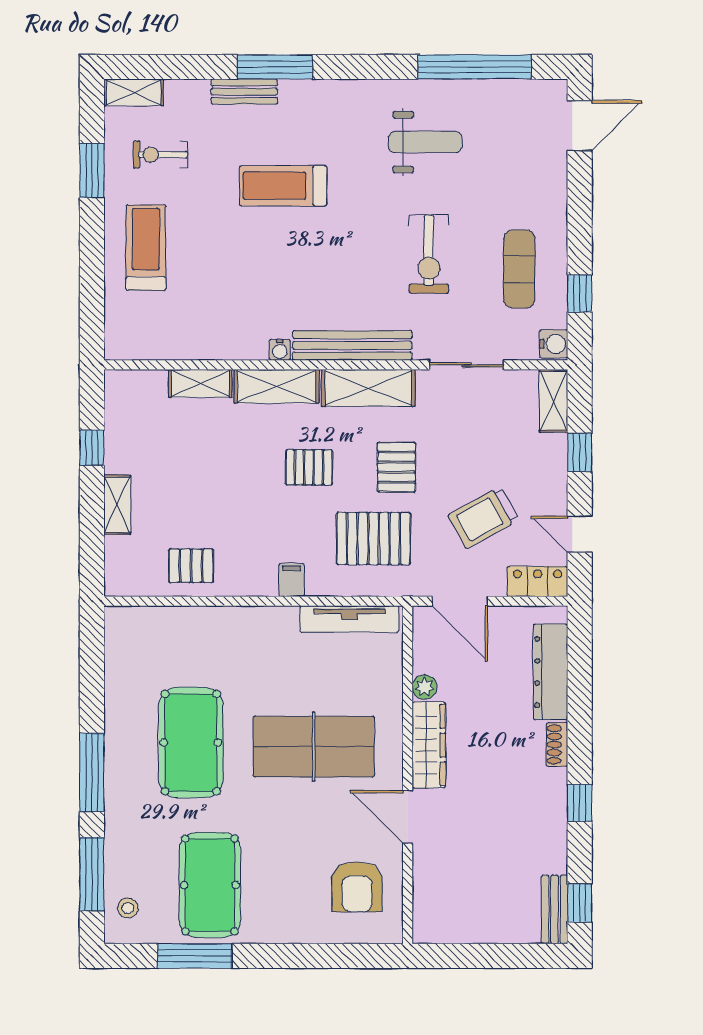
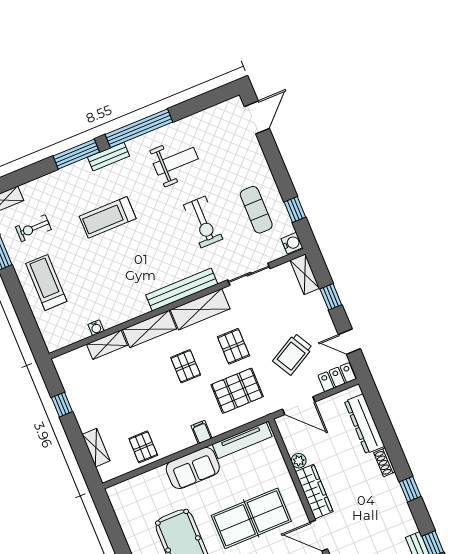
window: (475, 67) -> (139, 128), moved
bench: (244, 92) -> (109, 157), moved
water cooler: (280, 350) -> (96, 328), moved
pallet: (309, 467) -> (186, 366), turned 90
shelving: (117, 505) -> (96, 448), moved
pallet: (191, 566) -> (143, 447), turned 90
sofa: (255, 631) -> (193, 468), added

